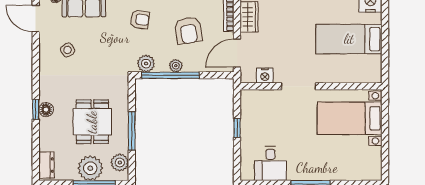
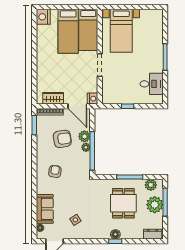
plant: (146, 64) -> (84, 136), moved
bed: (351, 69) -> (88, 30), added
nightstand: (265, 75) -> (92, 99), moved
dining table: (92, 122) -> (123, 203), turned 90

